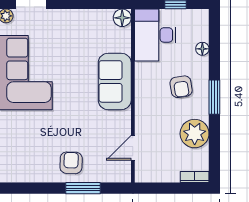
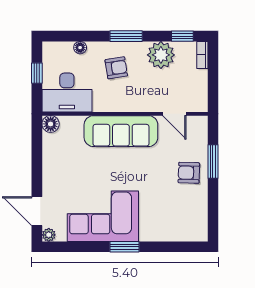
sofa: (115, 81) -> (121, 131), width x1.36
window: (214, 156) -> (182, 36), added

